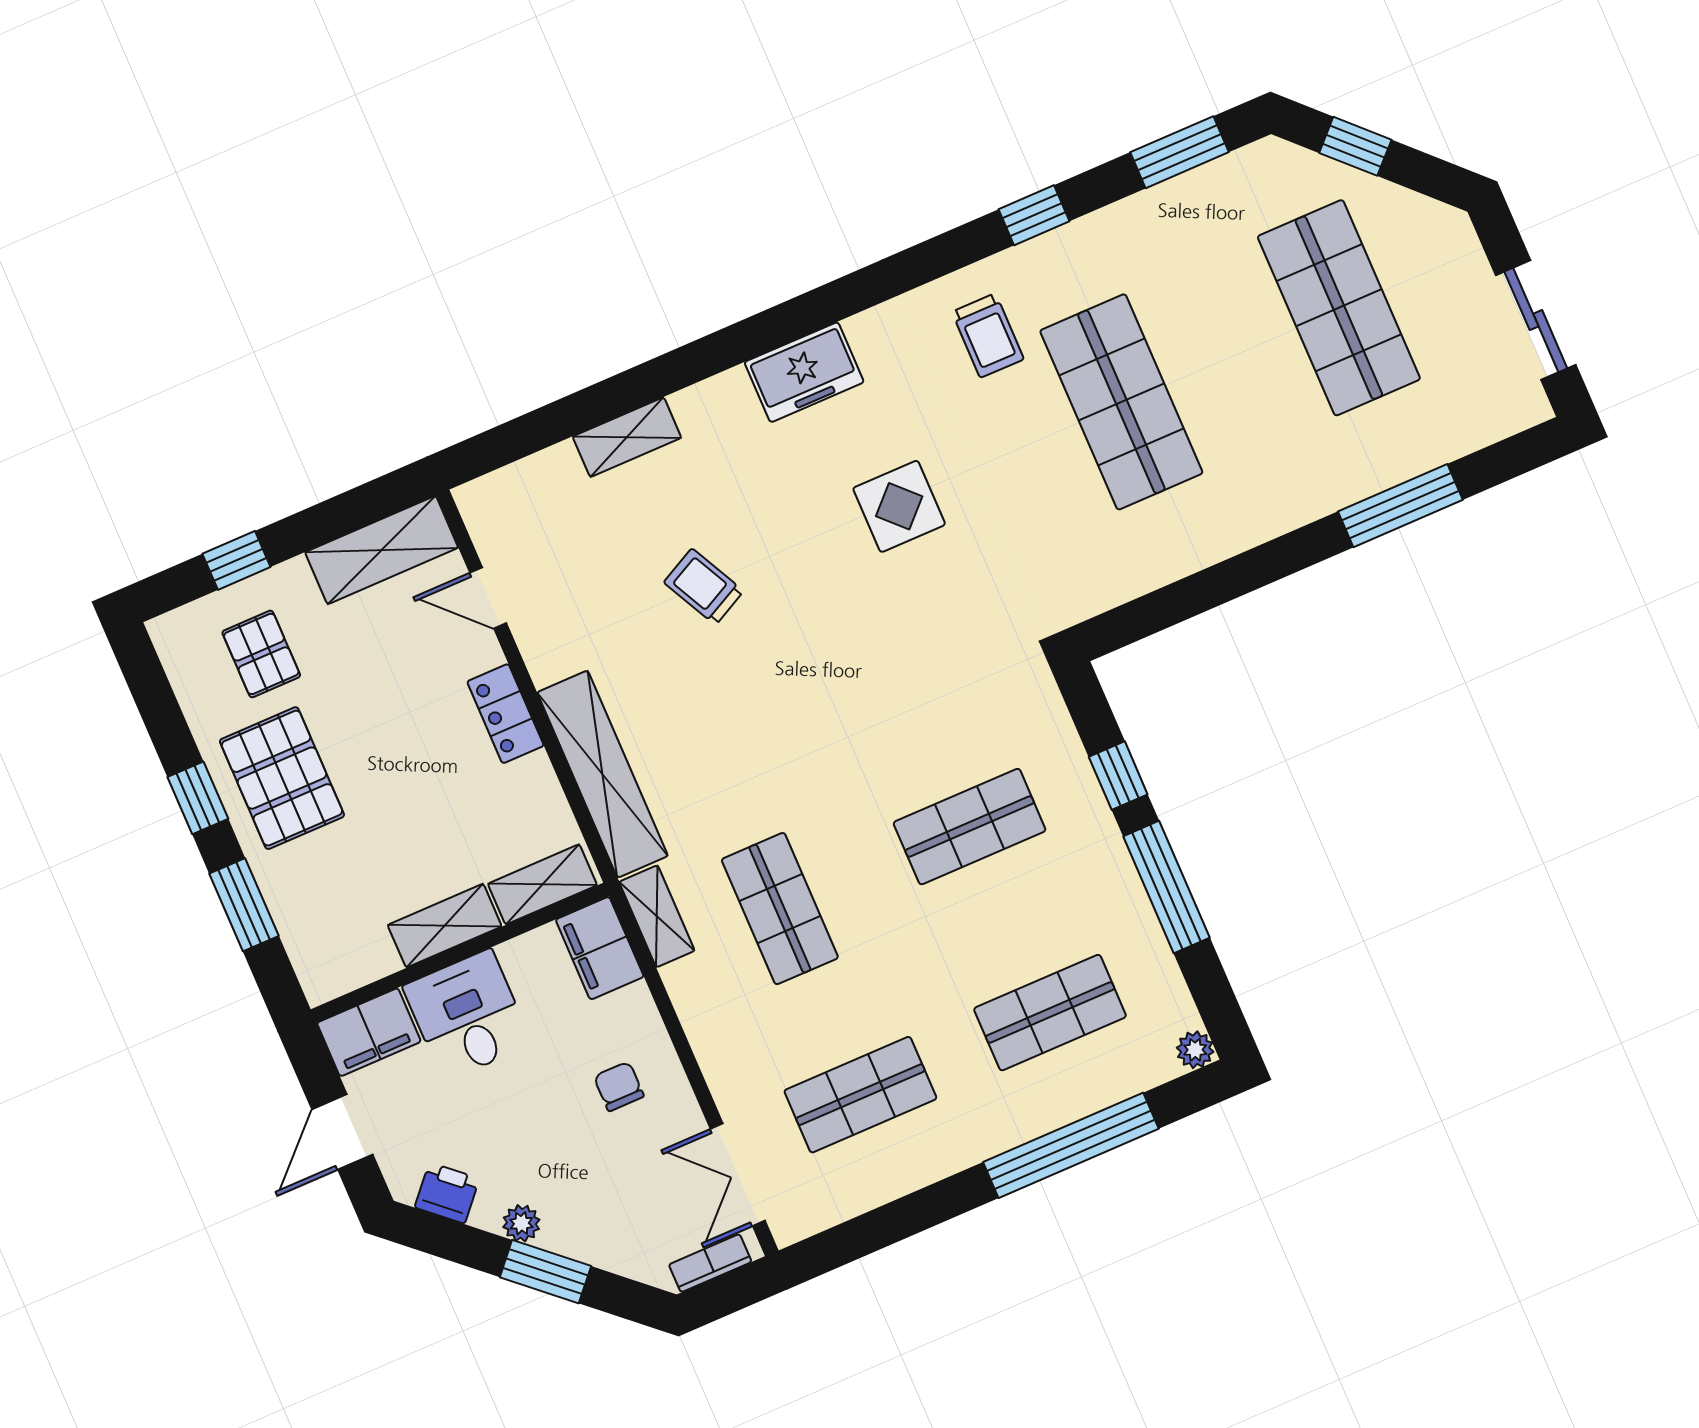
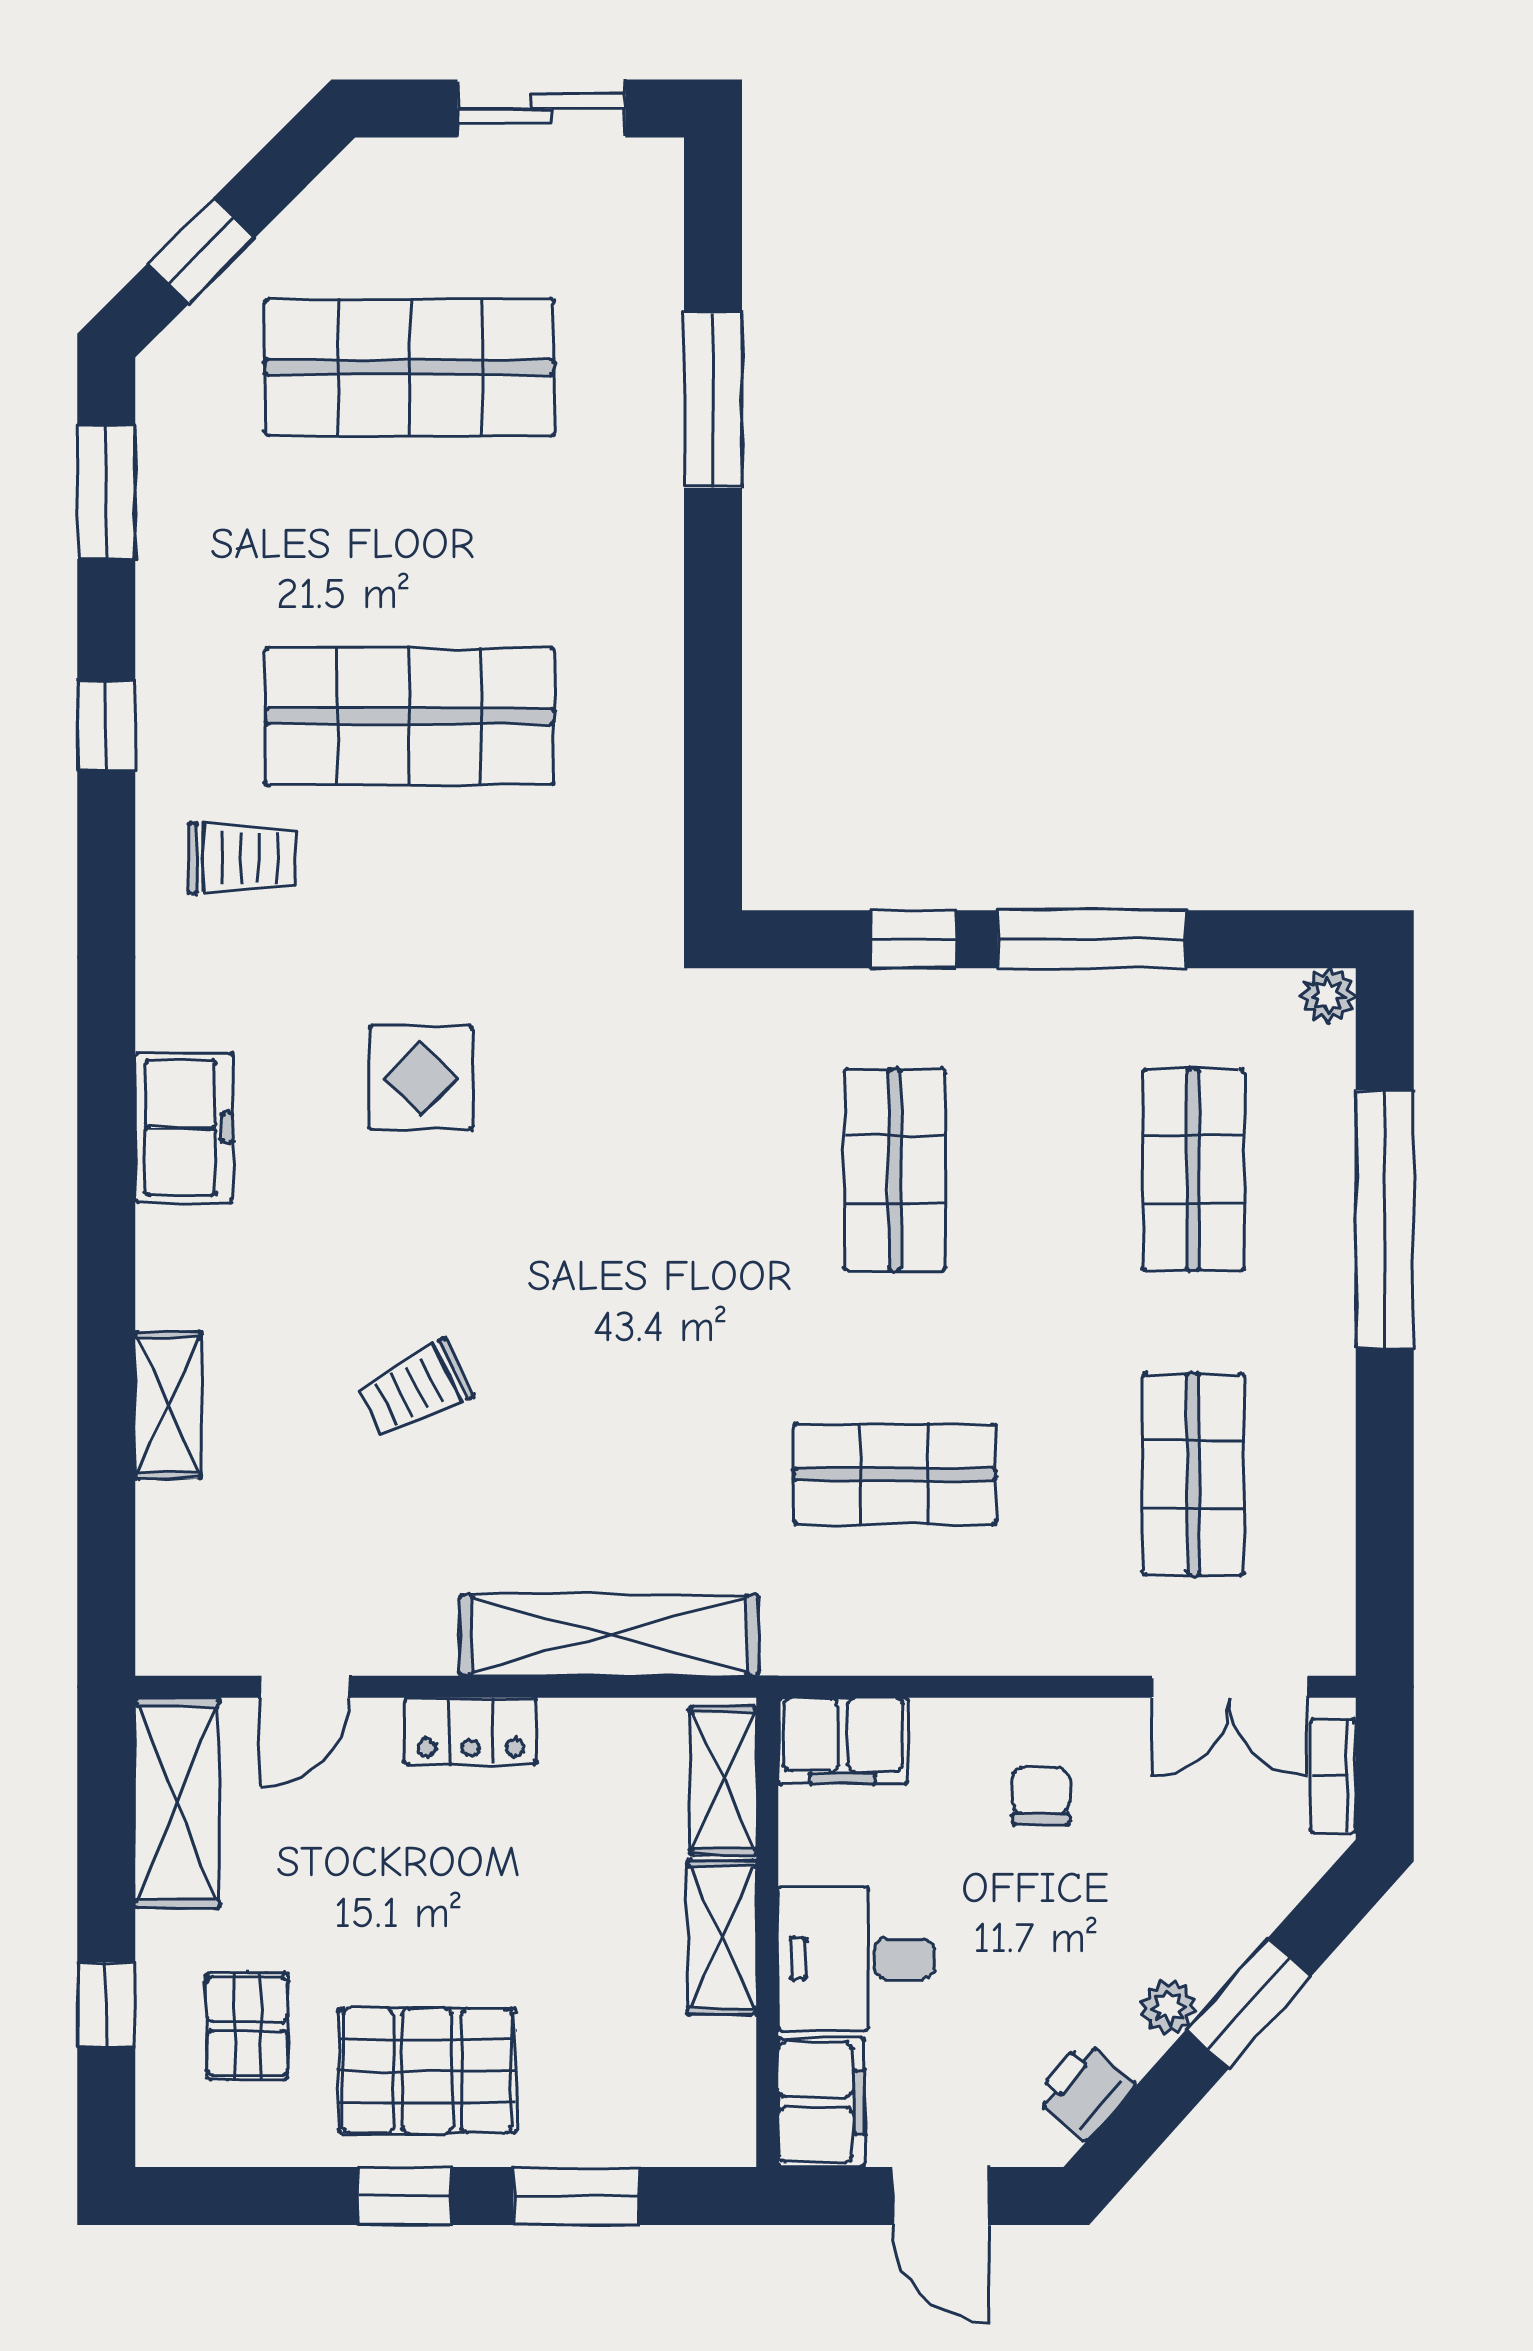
pallet: (261, 654) -> (247, 2026), turned 90
shelving: (657, 916) -> (833, 1645), removed
chair: (619, 1086) -> (1041, 1796), turned 90

